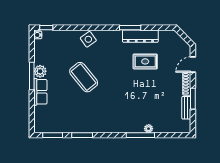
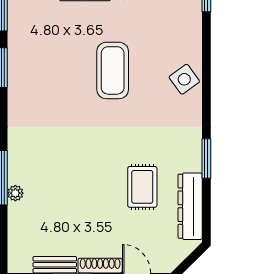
dresser: (140, 36) -> (190, 206), moved
coffee table: (84, 77) -> (113, 70), turned -51

